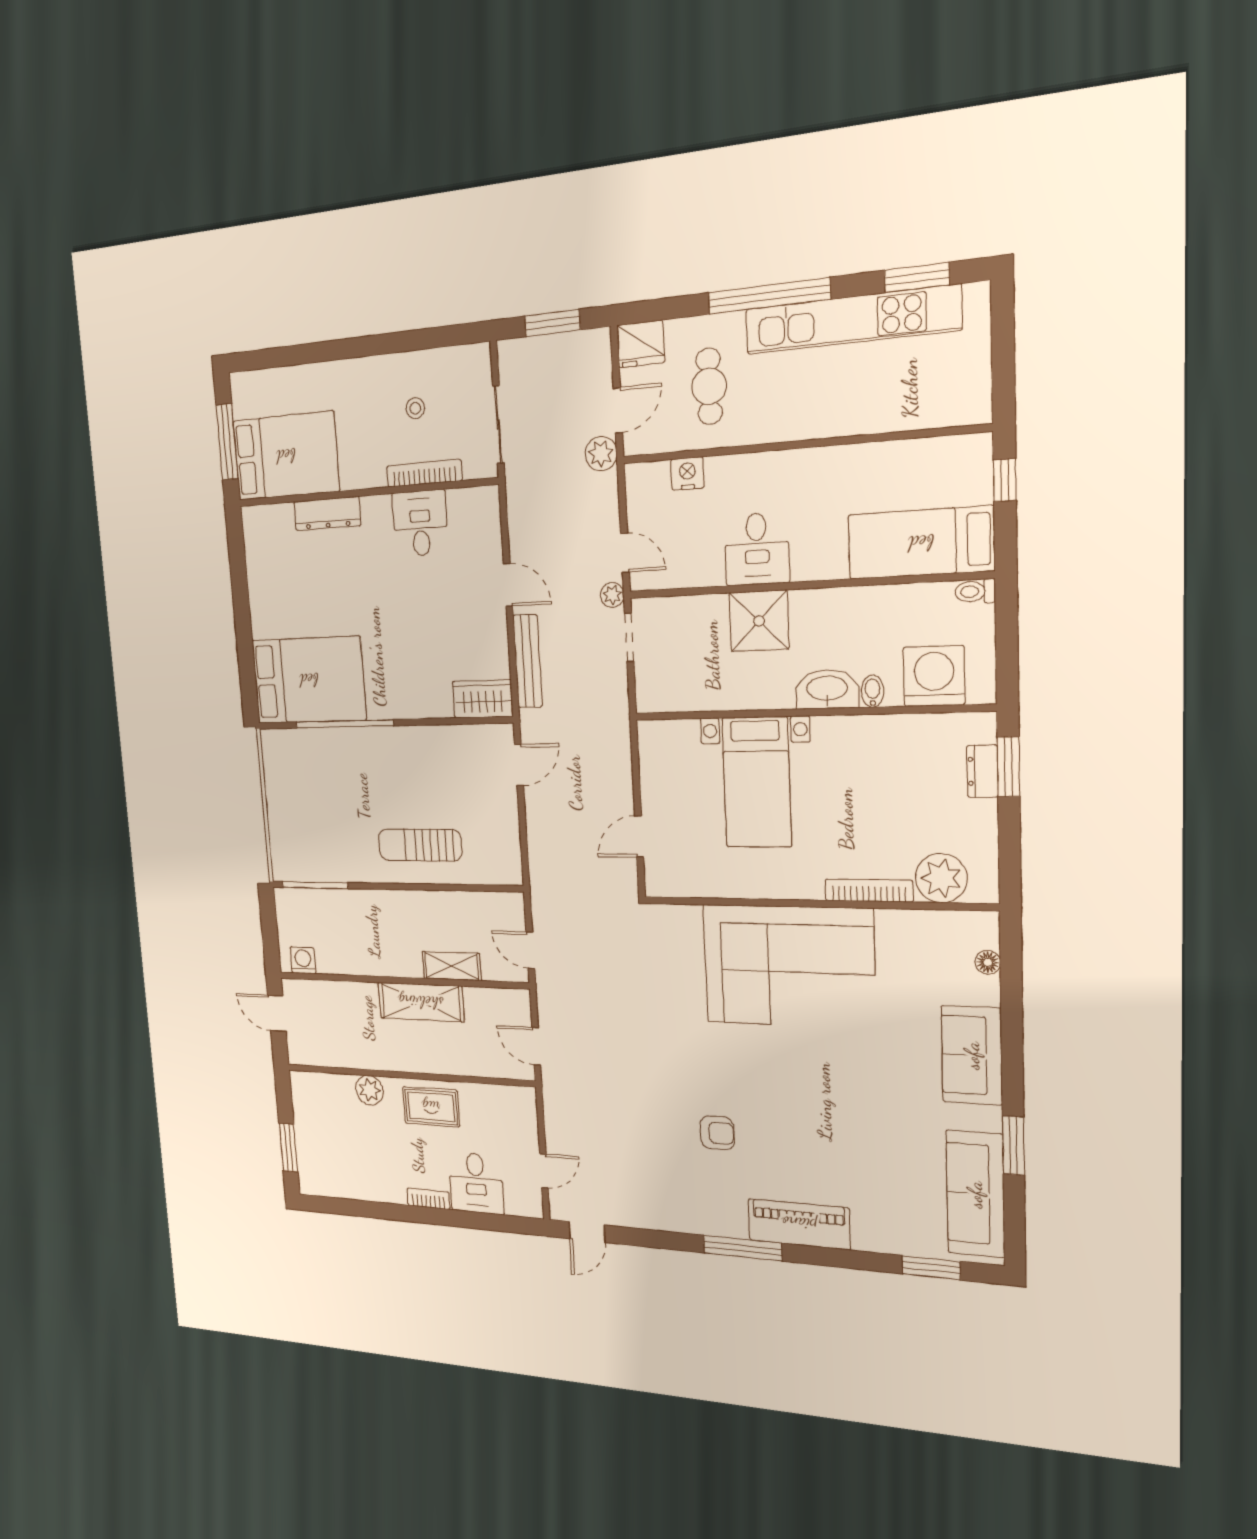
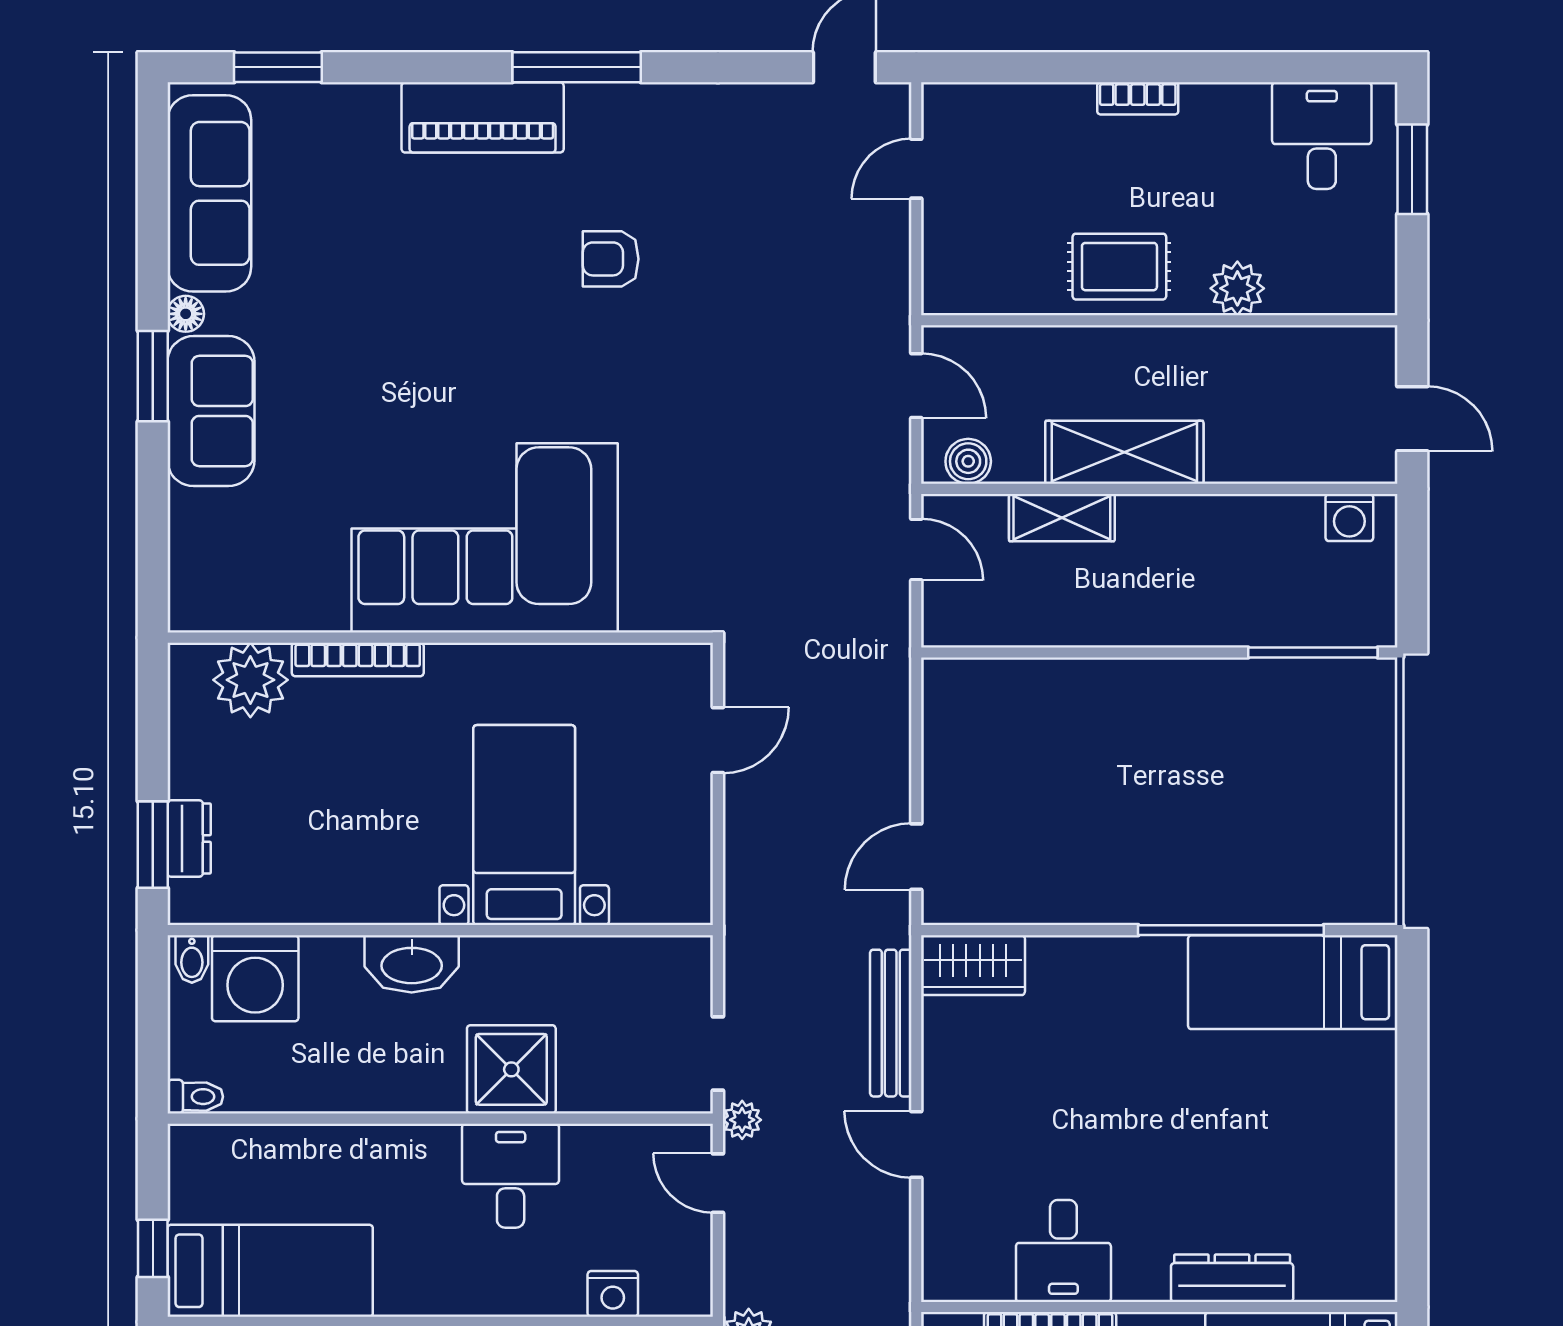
bed: (921, 543) -> (270, 1271), moved
bed: (309, 680) -> (1293, 982), width x0.67
bidet: (873, 691) -> (192, 959), moved
sun lounger: (420, 845) -> (1105, 724), removed
floor lamp: (988, 962) -> (186, 314), moved
boiler: (505, 1001) -> (968, 461), added
window: (1013, 1146) -> (153, 376), moved
desk: (476, 1183) -> (1322, 136), moved

